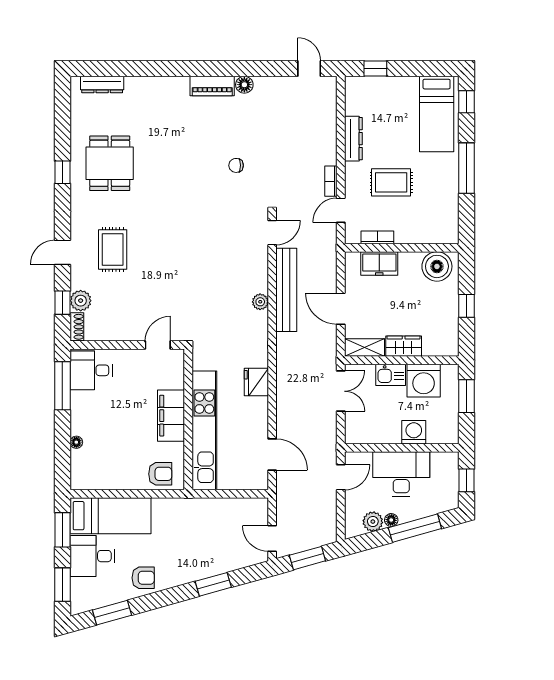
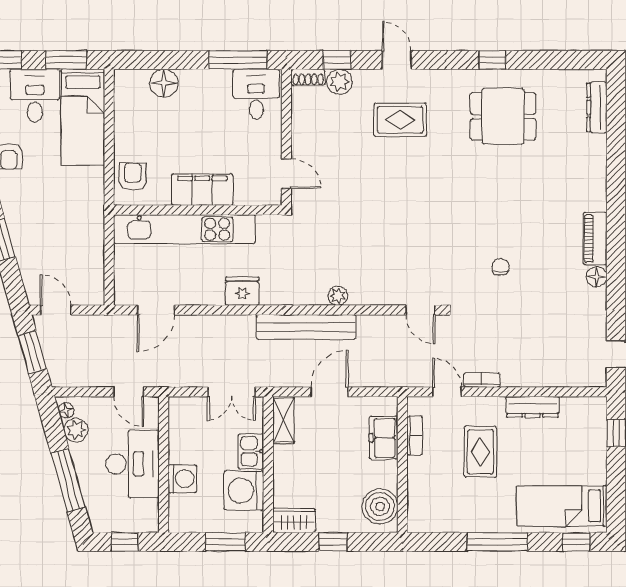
bench: (286, 290) -> (306, 327), moved
wardrobe: (404, 346) -> (294, 520), moved, turned -90
floor lamp: (76, 442) -> (164, 83), width x1.89, depth x1.89
armchair: (160, 474) -> (133, 177), turned 180
floor lamp: (391, 520) -> (66, 410), moved
door: (272, 539) -> (56, 310), hinge flipped

